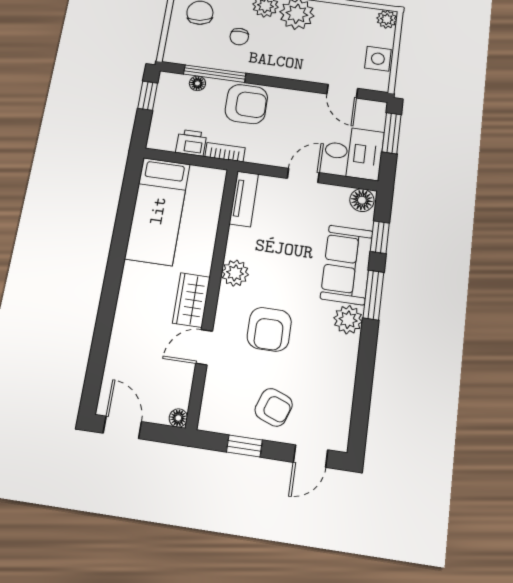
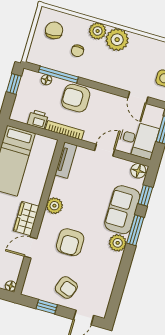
armchair: (246, 104) -> (76, 98), turned 180
bookcase: (225, 152) -> (65, 130), width x1.56

